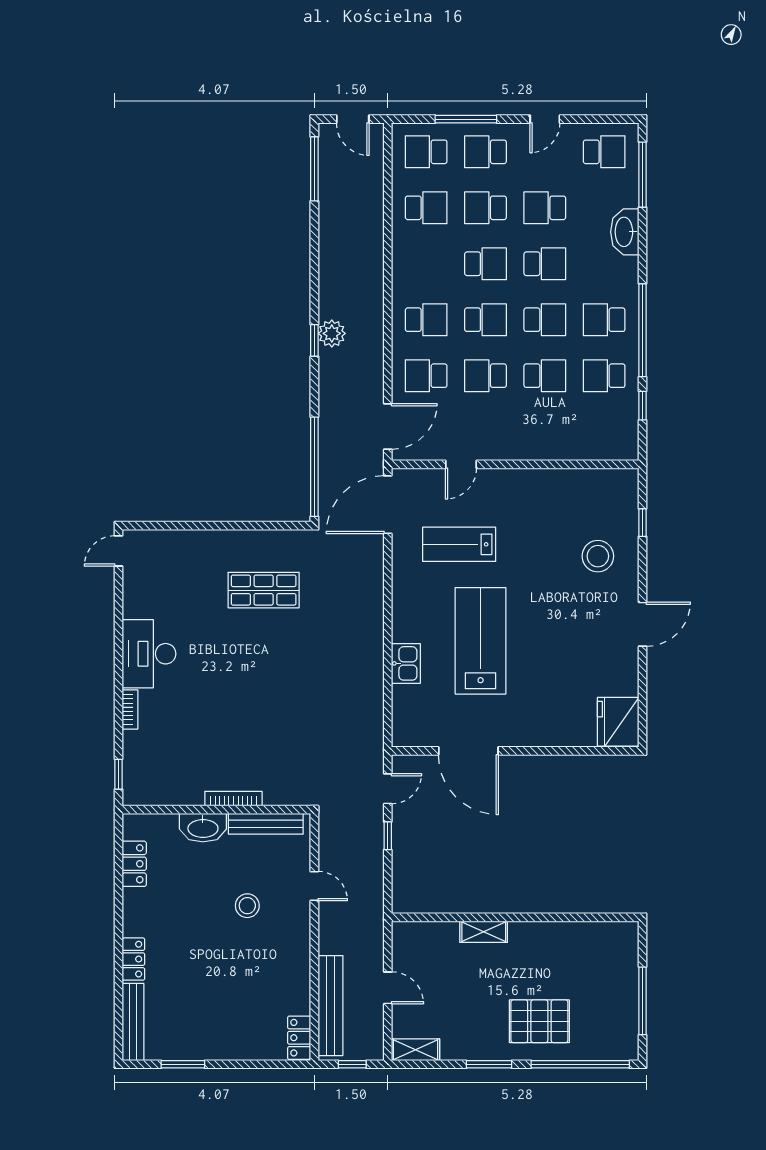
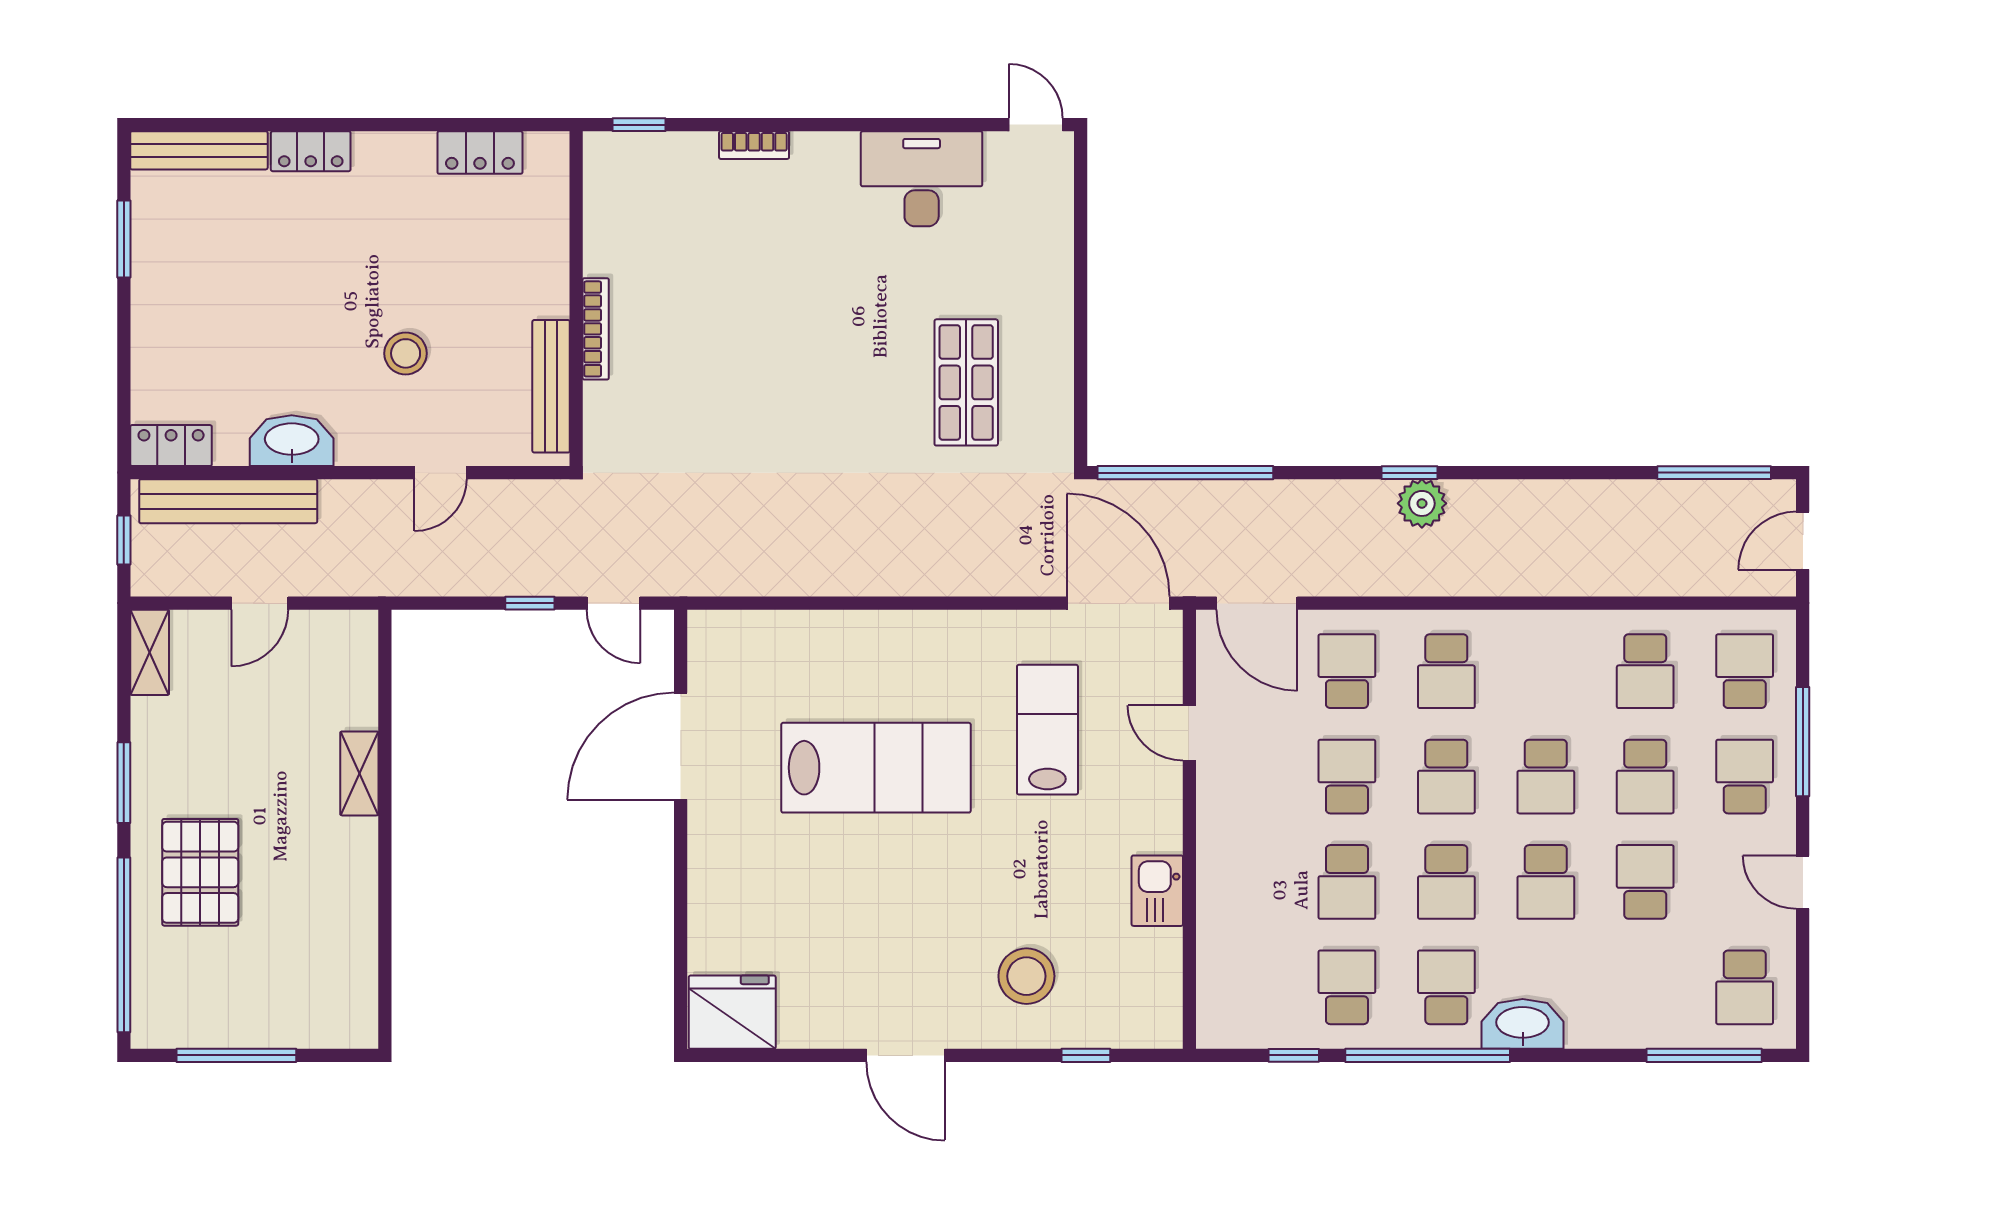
school desk: (485, 208) -> (1645, 777), turned 180
washbasin: (625, 232) -> (1523, 1024), moved
desk: (149, 654) -> (922, 179), moved
kitchen sink: (406, 663) -> (1157, 891), moved, turned 90
washbasin: (203, 828) -> (292, 441), moved, turned 90

